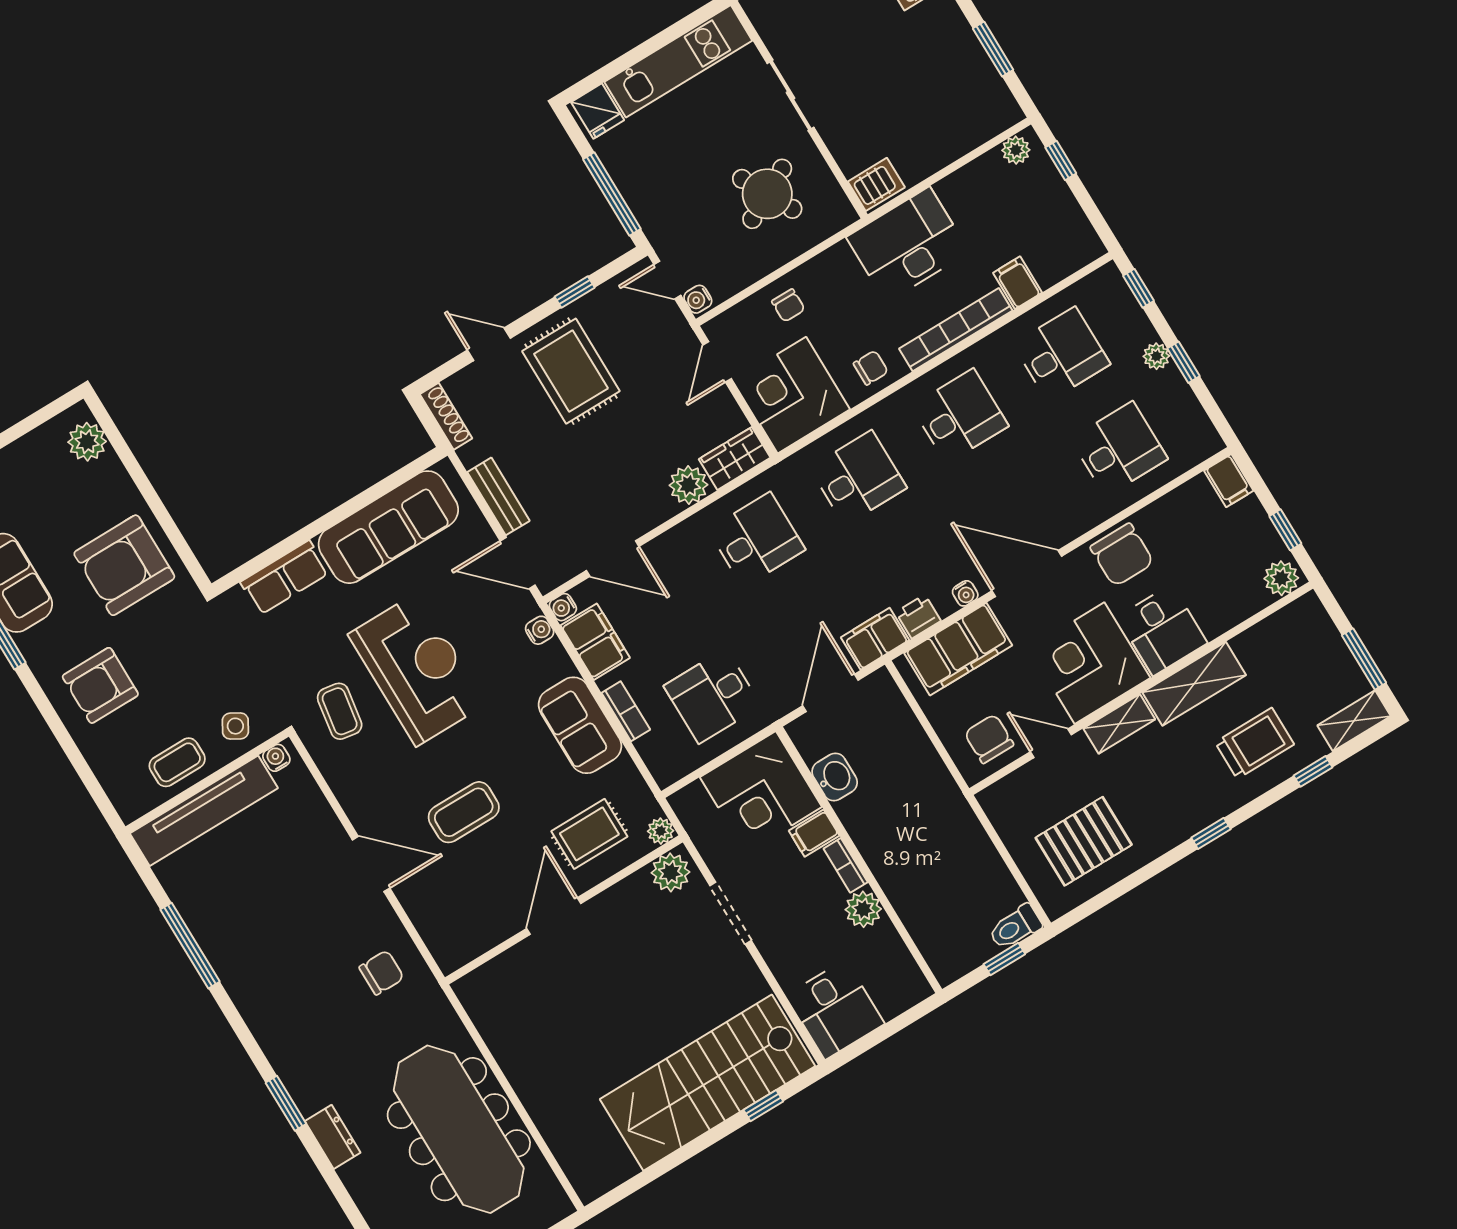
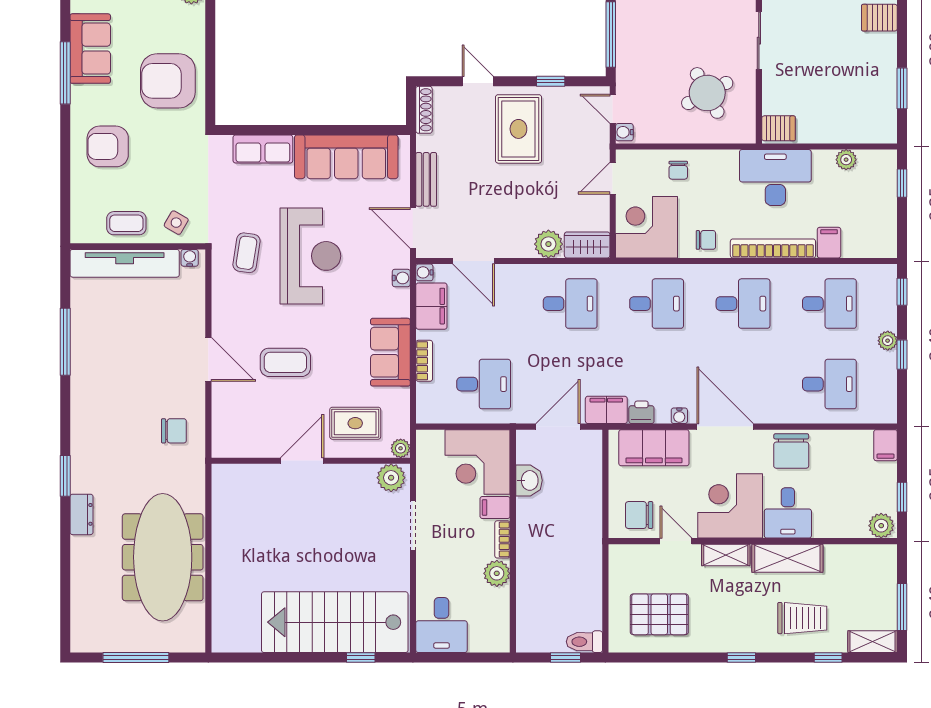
plant: (1016, 150) -> (846, 160), moved
desk: (712, 696) -> (484, 384), turned 180
chair: (989, 739) -> (639, 515), turned -90

